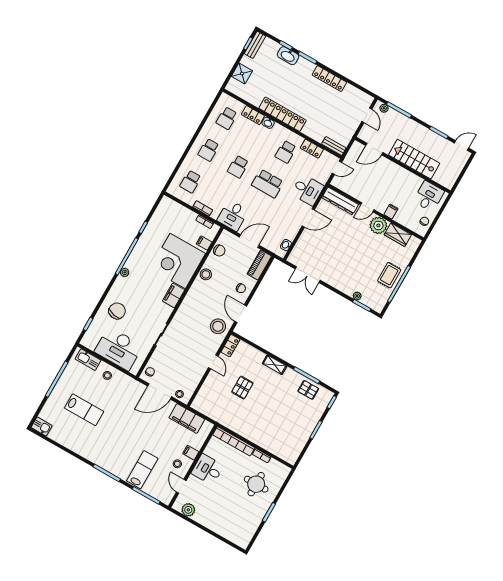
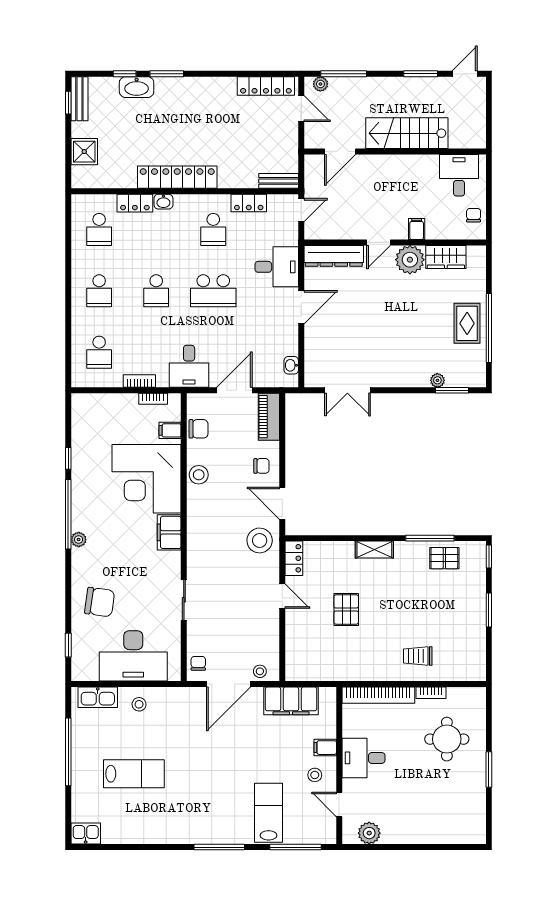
locker: (329, 79) -> (266, 86), moved
chair: (117, 311) -> (100, 602), turned 87
trolley: (266, 433) -> (418, 656), added

